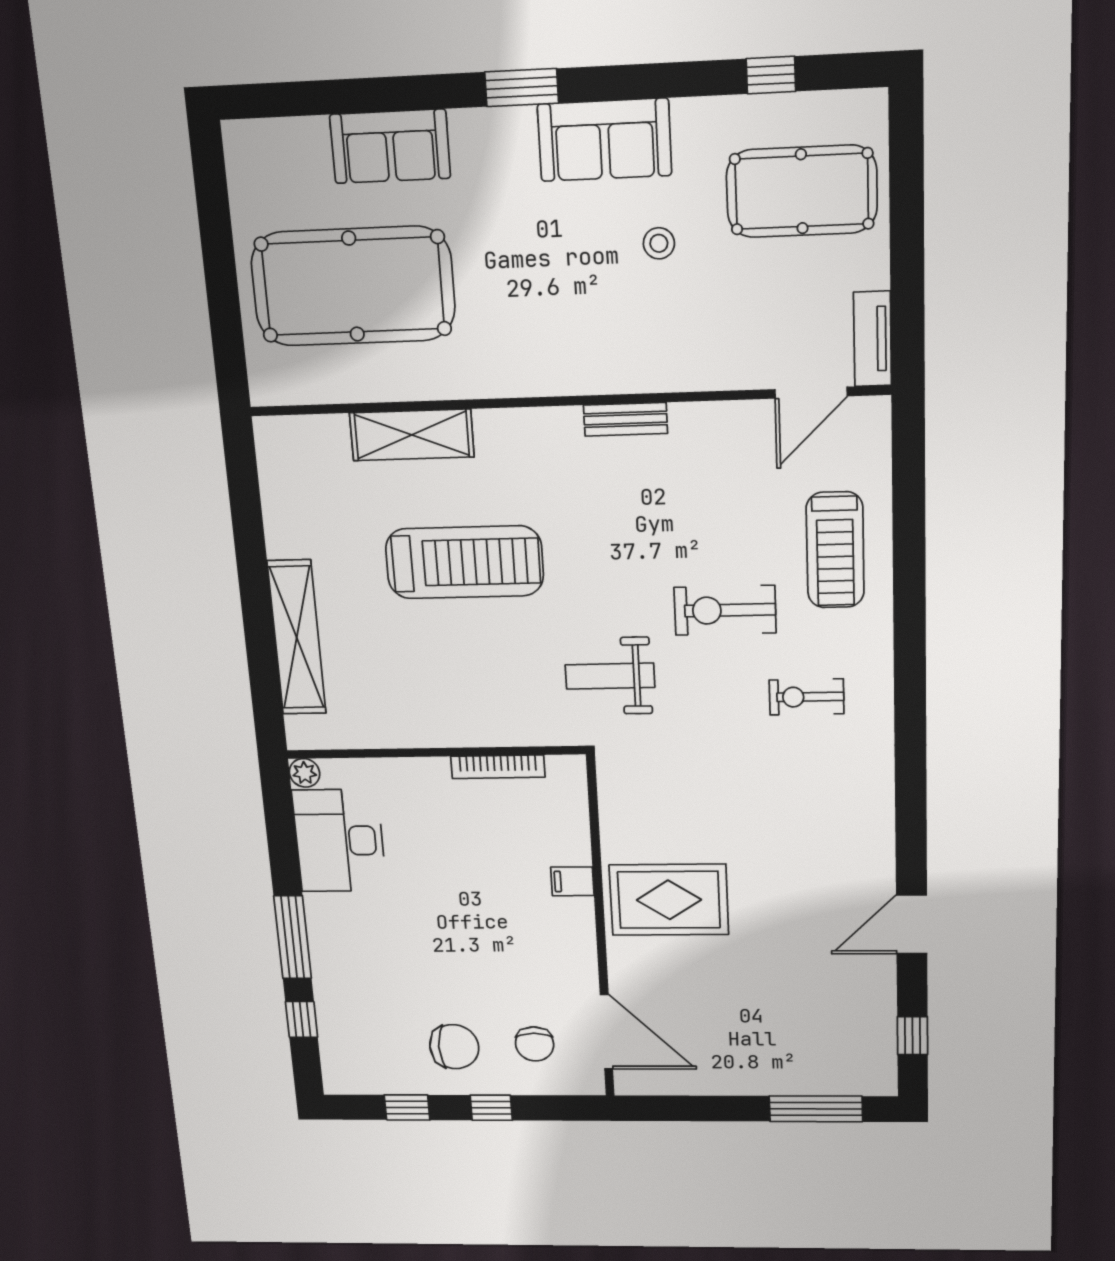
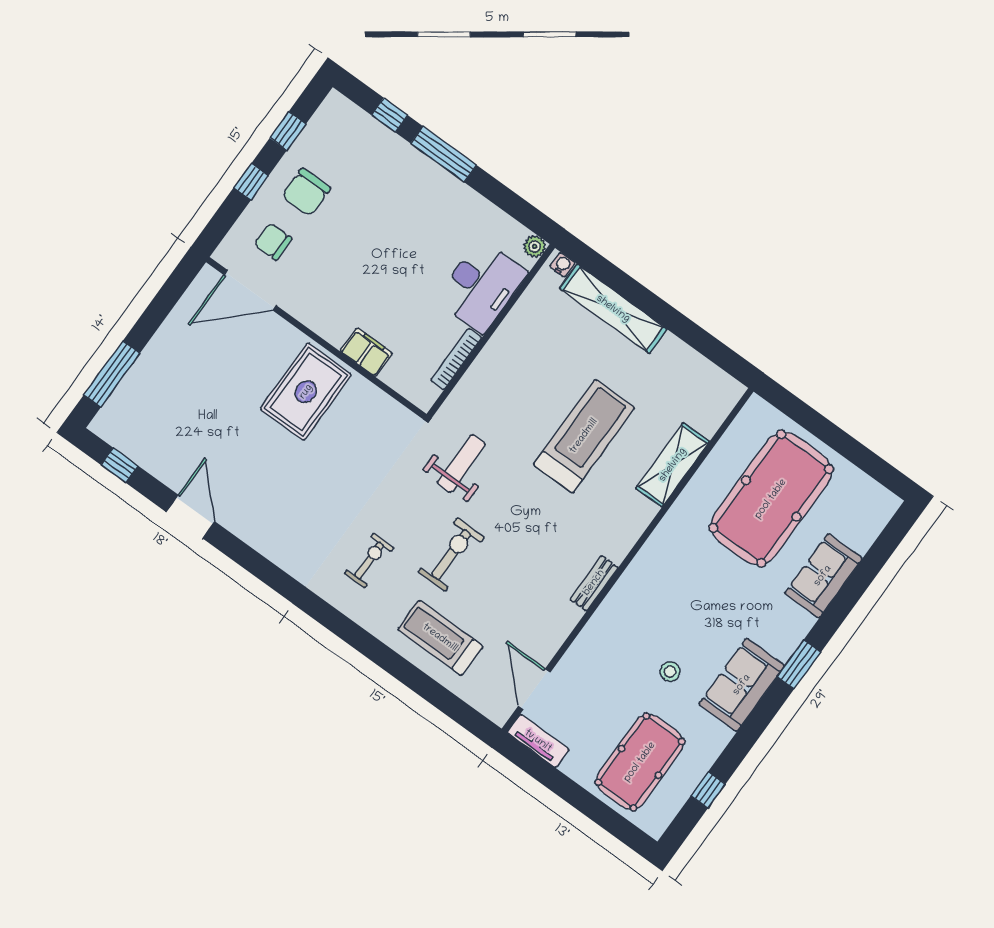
treadmill: (464, 562) -> (584, 436), turned 180
water cooler: (298, 729) -> (562, 265), added
desk: (339, 841) -> (481, 286), moved, turned 90
filing cabinet: (572, 881) -> (366, 352), width x2.00

